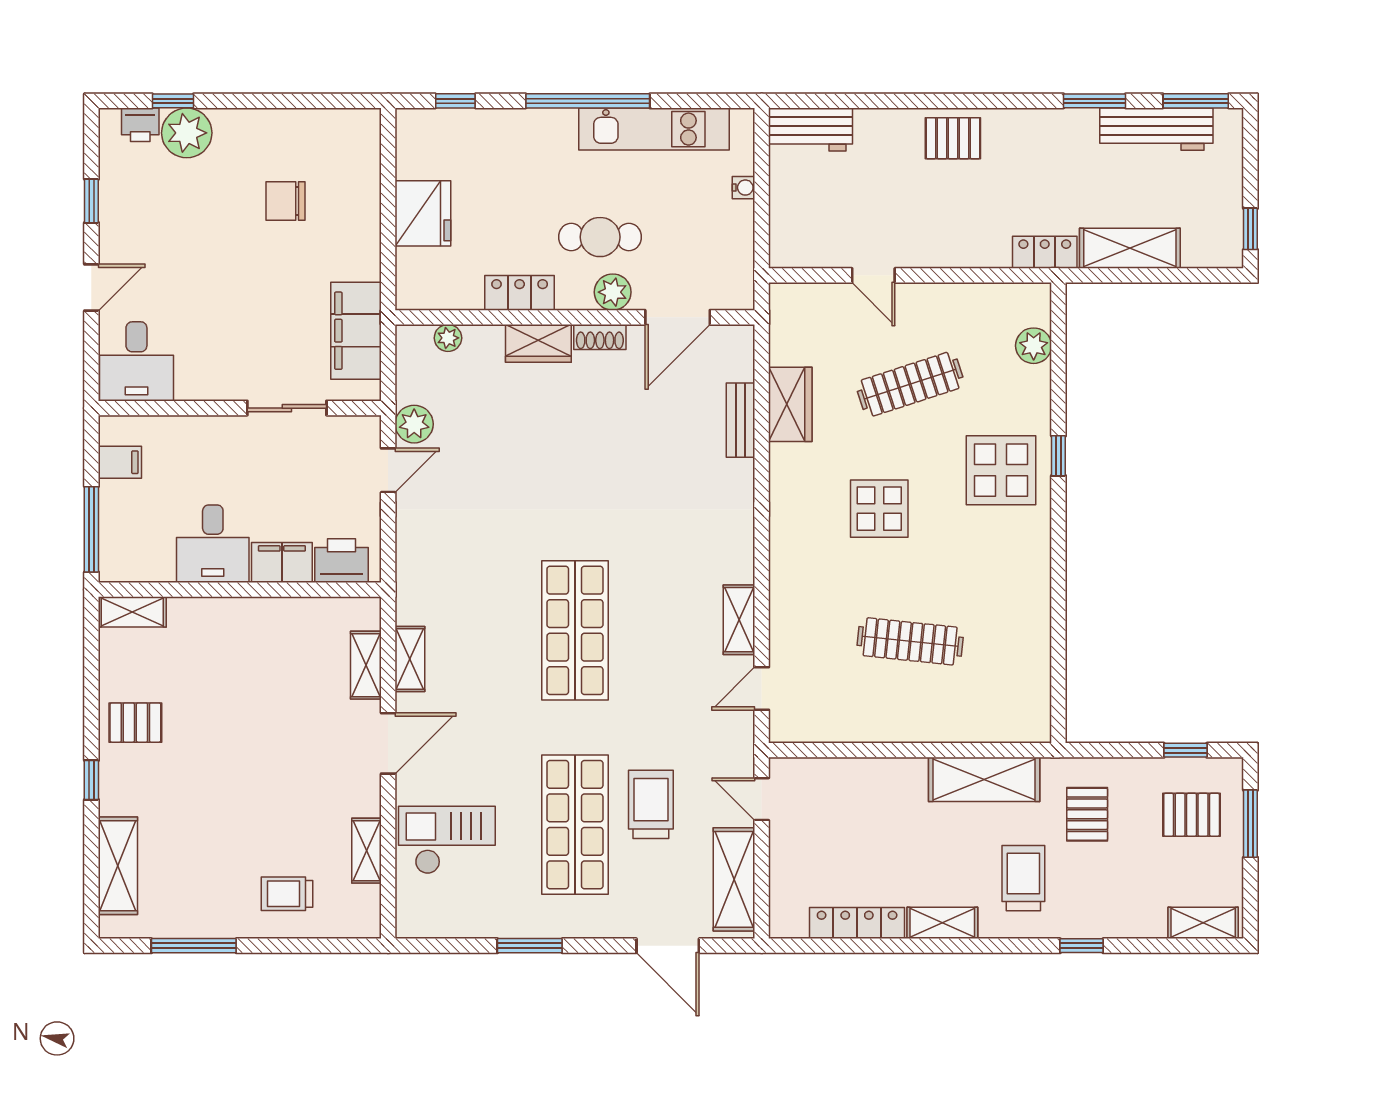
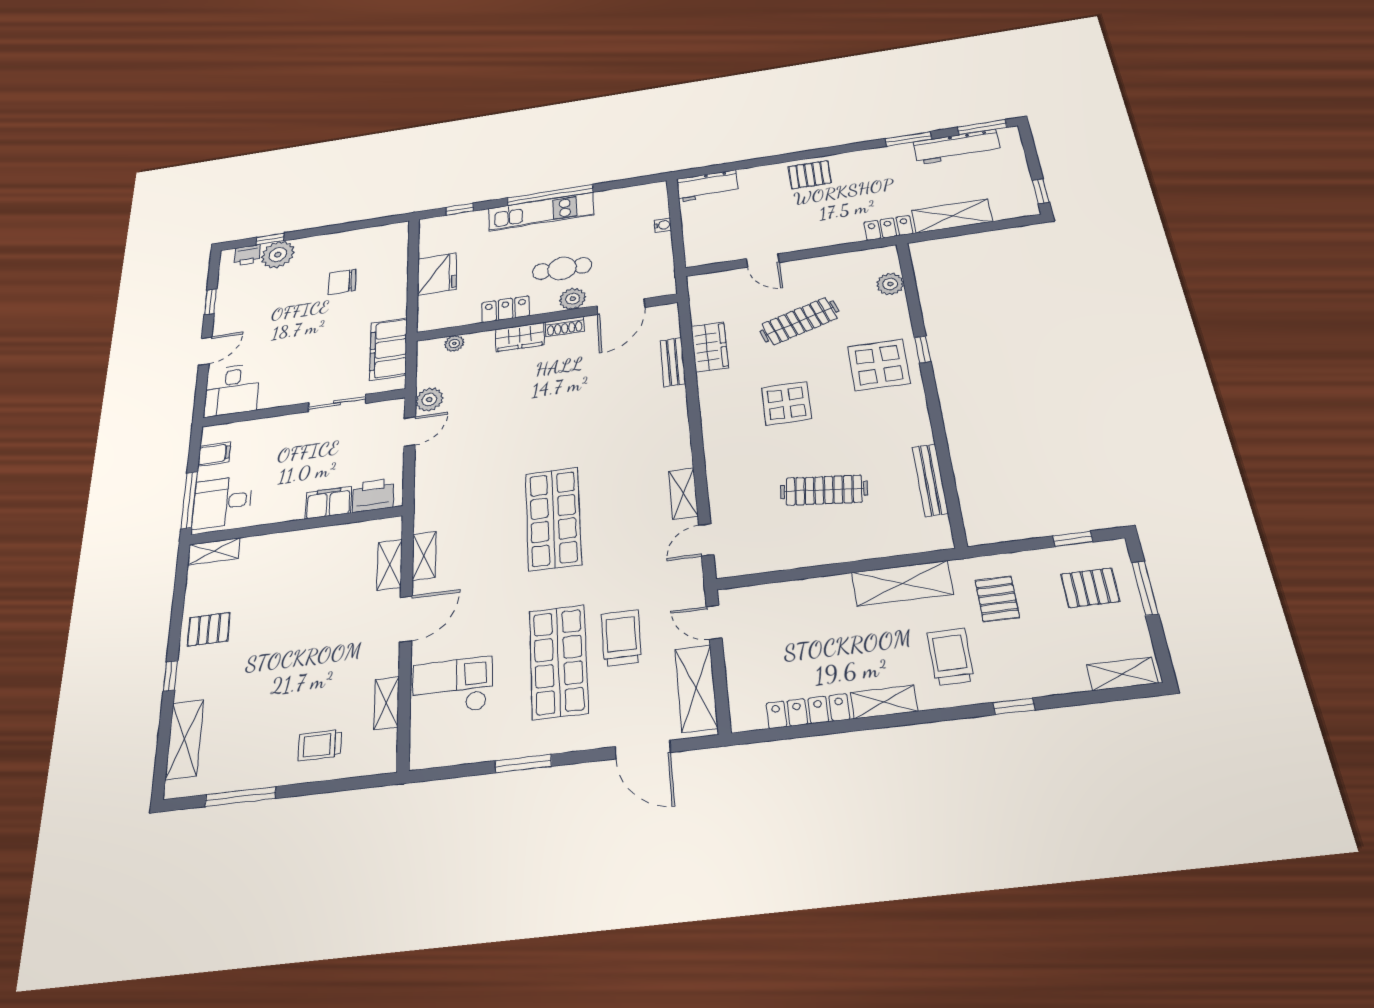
kitchen unit: (654, 129) -> (541, 212), moved
desk: (213, 544) -> (222, 502), moved, turned 90
bench: (1038, 647) -> (930, 480), added

